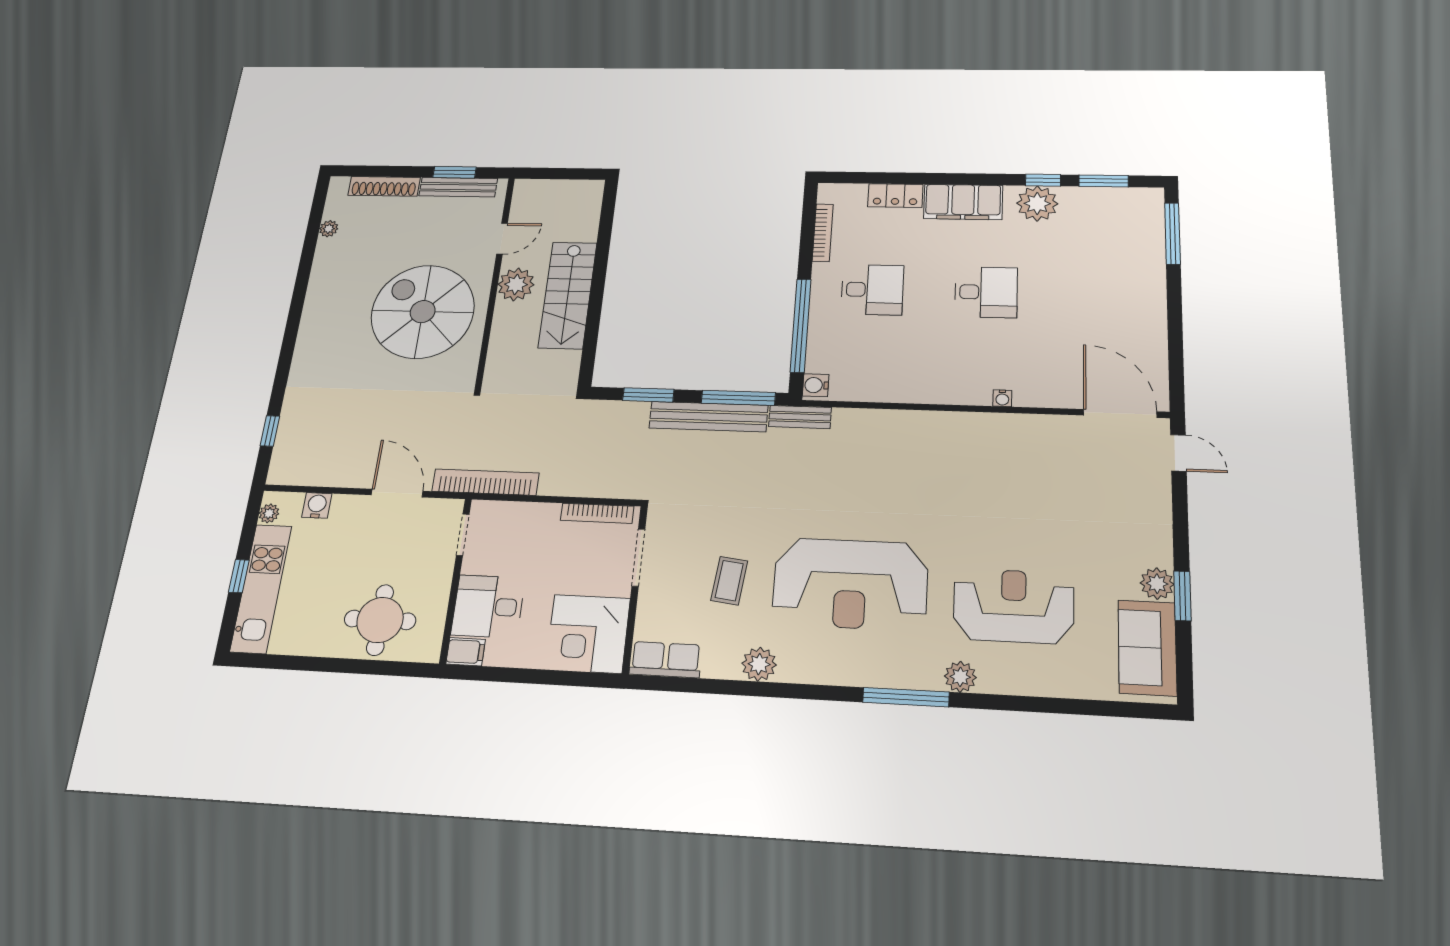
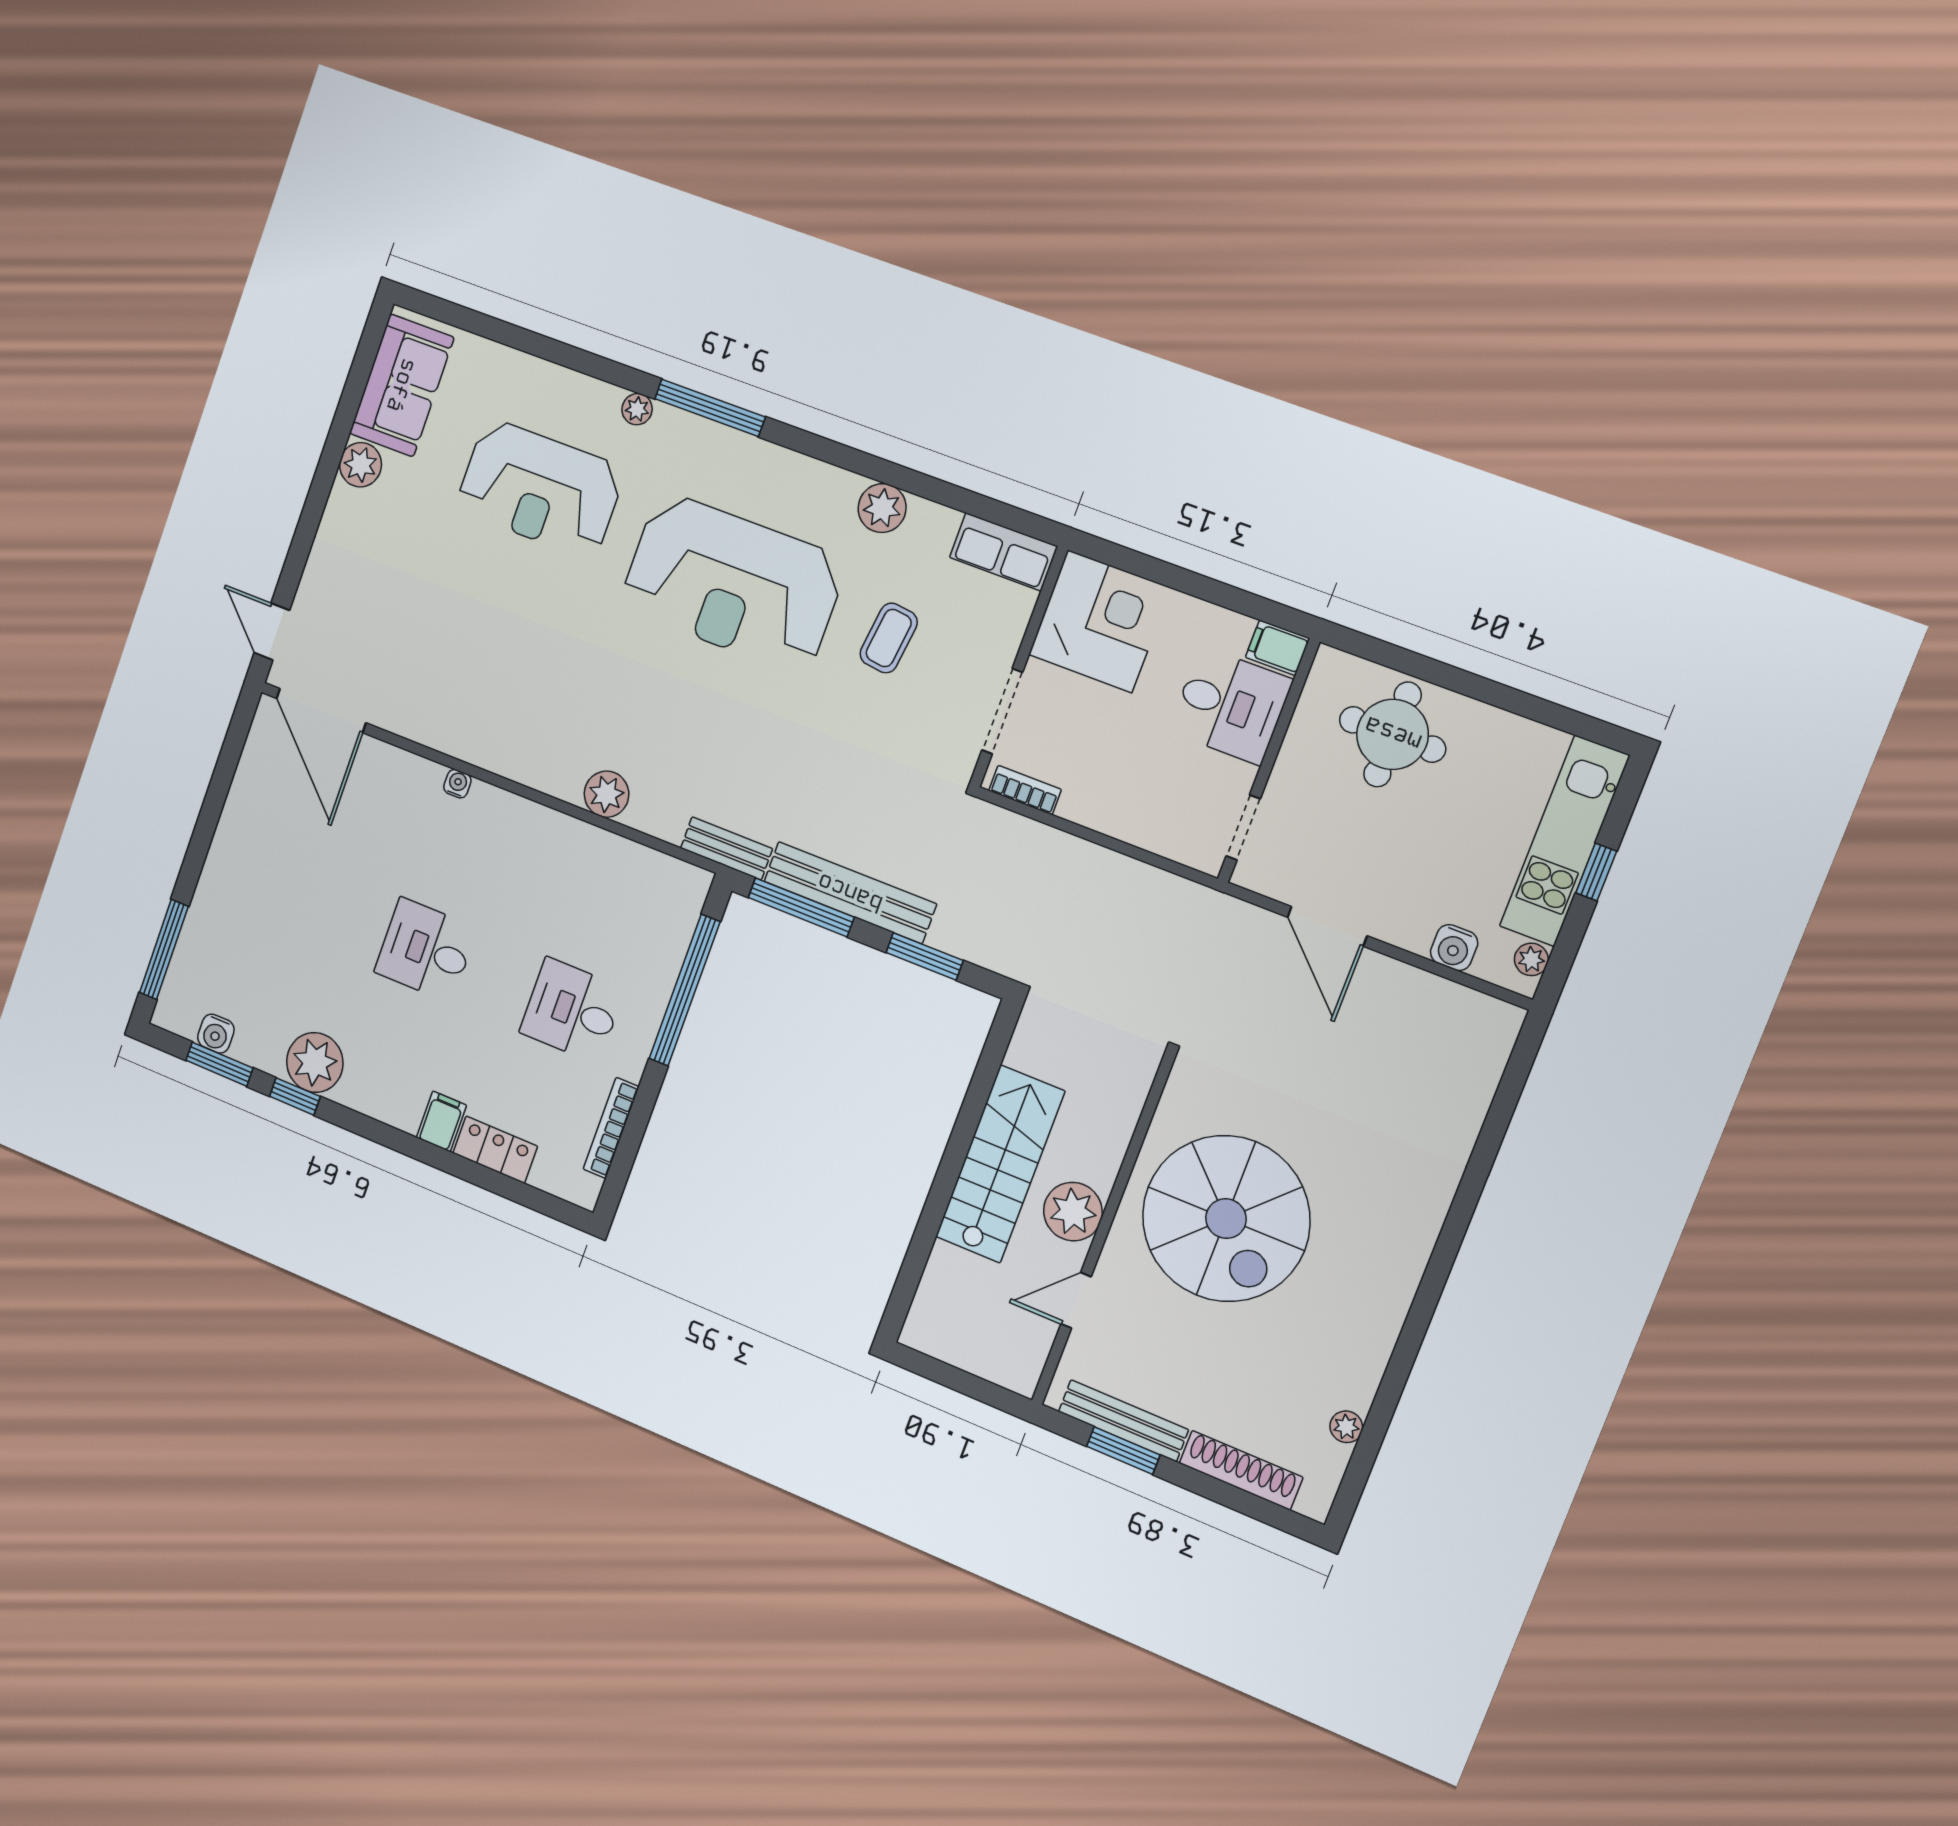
filing cabinet: (963, 202) -> (441, 1121), width x0.33, depth x0.86
water cooler: (816, 385) -> (216, 1034), moved, turned 90
plant: (894, 424) -> (607, 794), added
window: (270, 431) -> (1506, 1099), removed
bookcase: (485, 482) -> (1192, 899), removed
bookcase: (597, 513) -> (1025, 790), width x0.64
reception desk: (850, 584) -> (733, 583), turned 180
window: (1182, 596) -> (337, 439), removed
plant: (960, 677) -> (637, 409), width x0.73, depth x0.73

